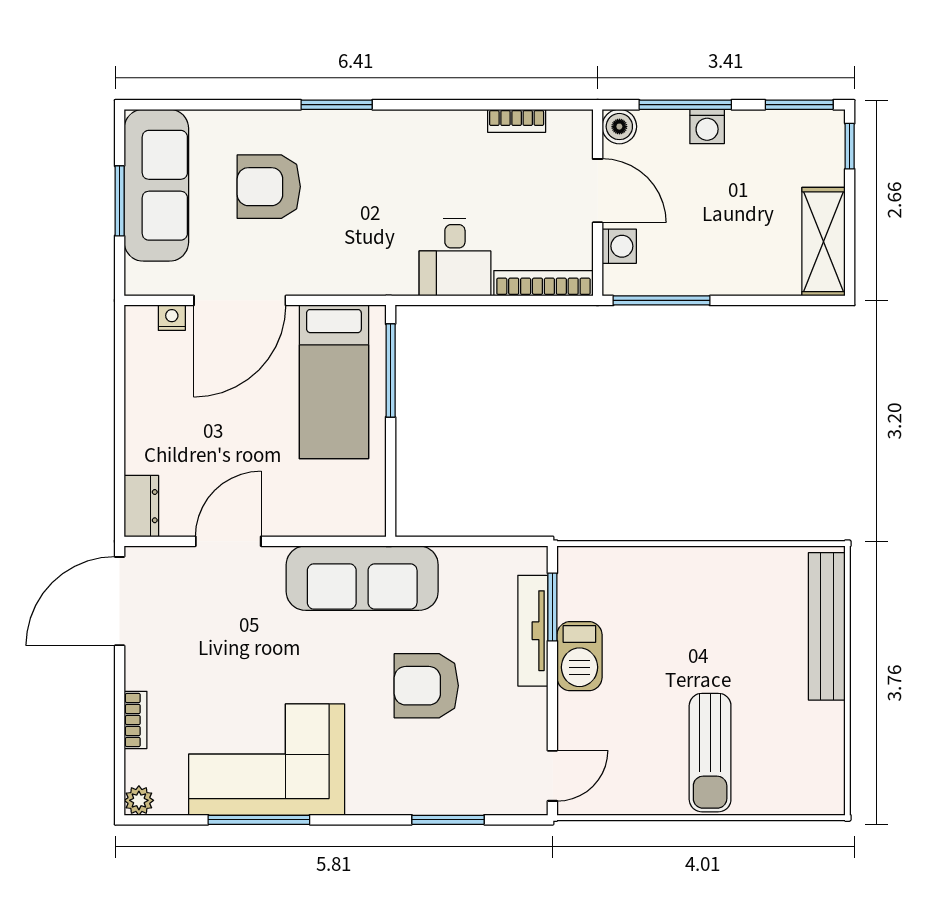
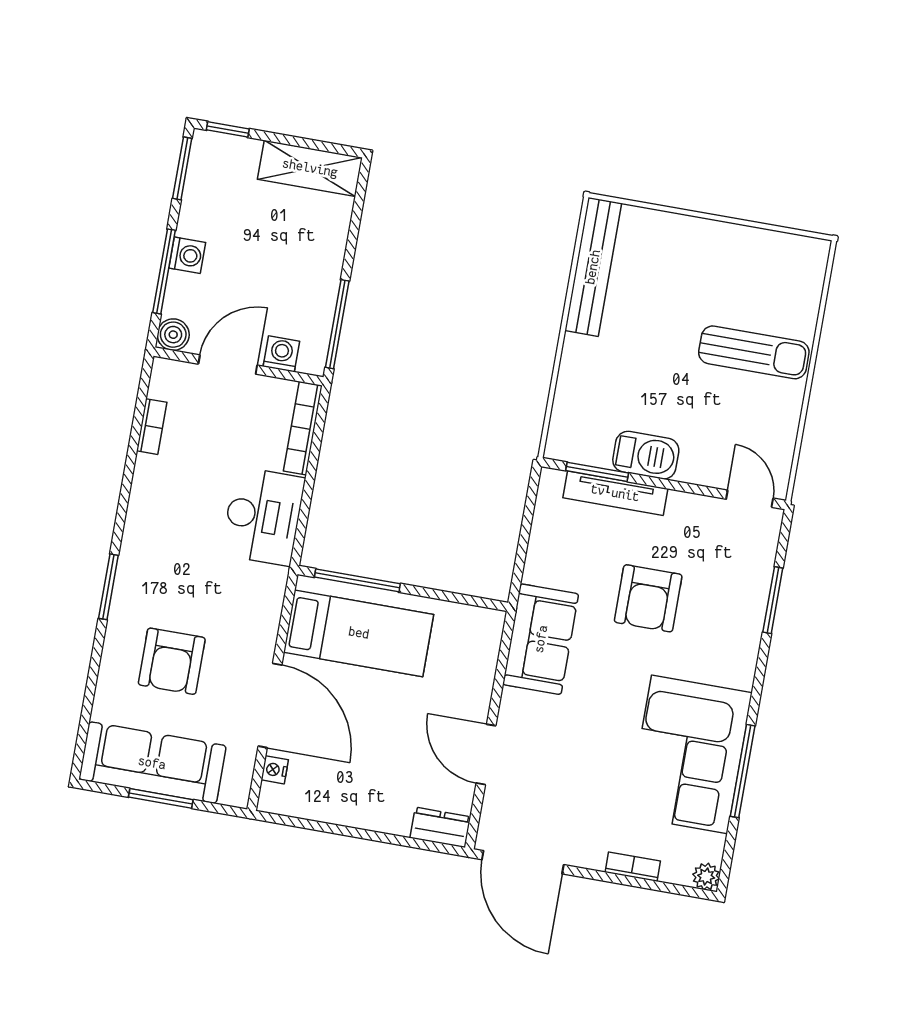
desk: (455, 257) -> (263, 516), width x1.37
sofa: (362, 578) -> (541, 639), width x0.73
bench: (827, 626) -> (593, 267), moved, turned 90

